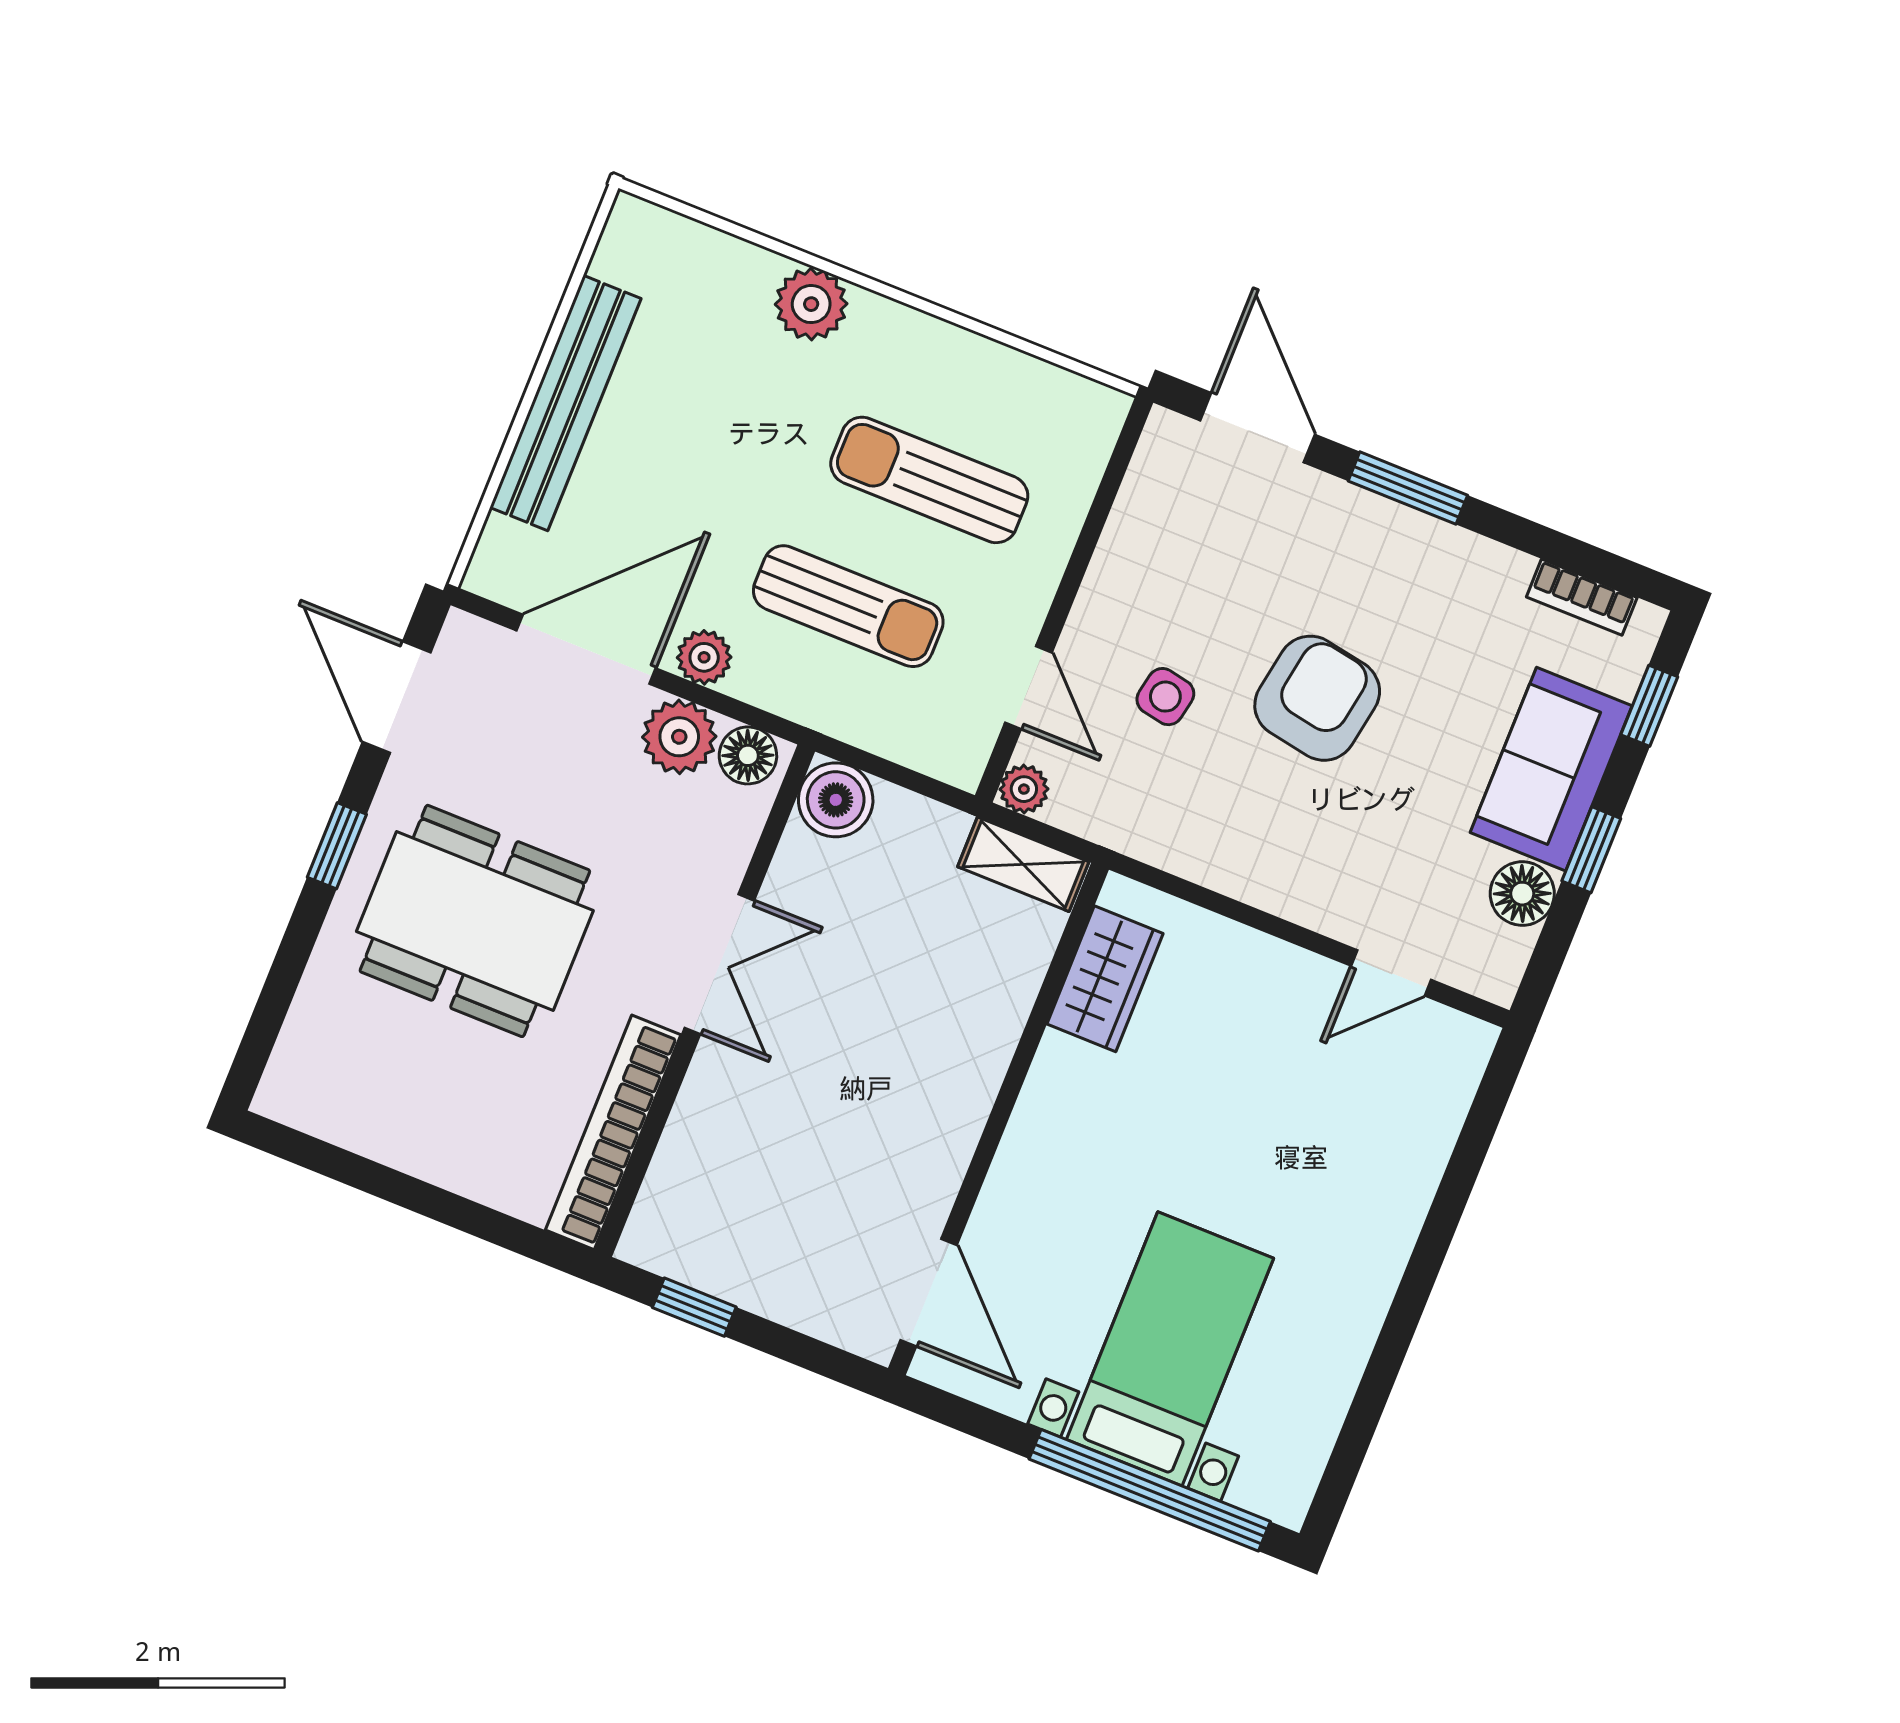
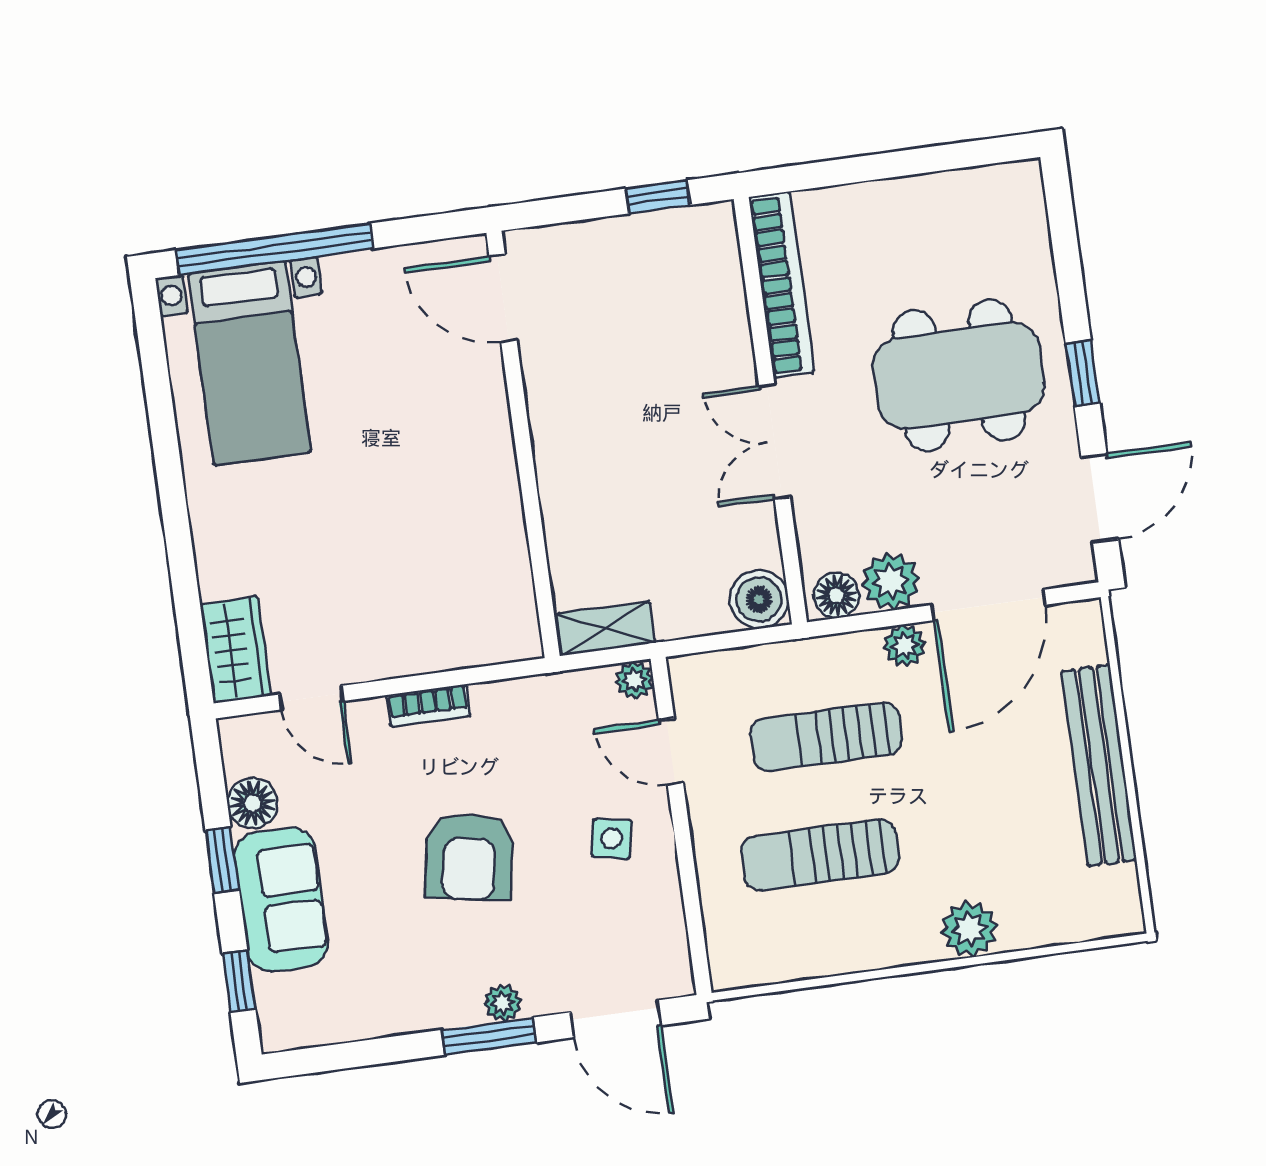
sun lounger: (929, 480) -> (820, 855), turned 180
plant: (1372, 516) -> (503, 1003), added
bookcase: (1582, 597) -> (428, 706), moved, turned 180
door: (397, 697) -> (1100, 498), hinge flipped
side table: (1165, 697) -> (612, 839), moved
door: (1391, 973) -> (311, 698), swing flipped
wardrobe: (1105, 979) -> (235, 650), moved, turned 180
bed with nightstands: (1170, 1349) -> (249, 363), moved

